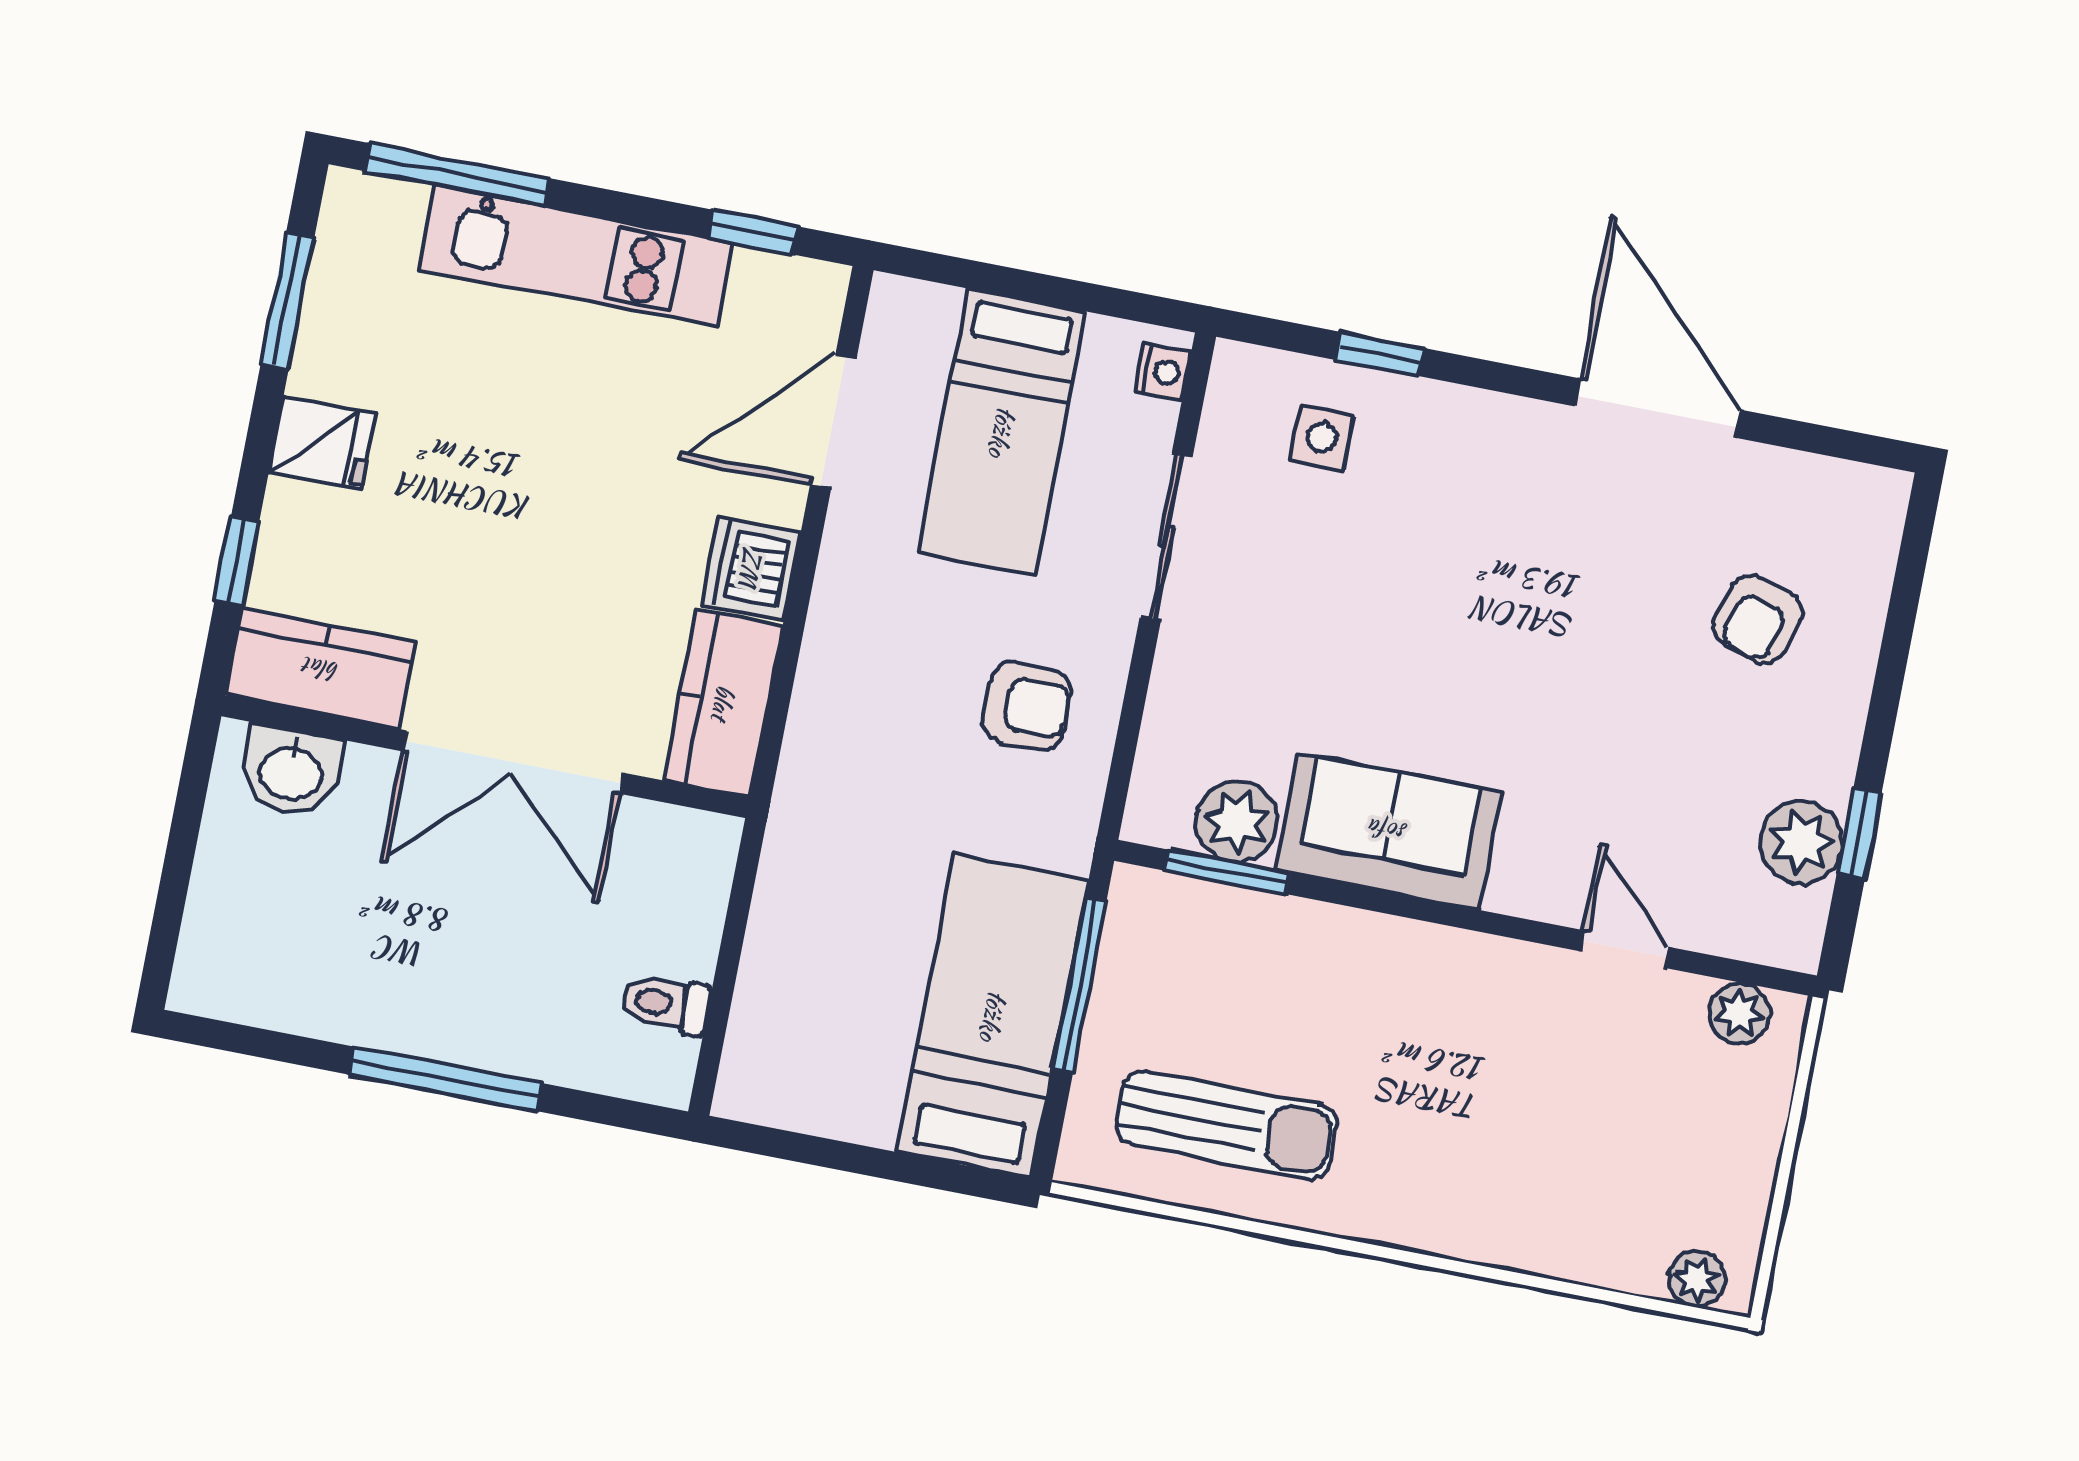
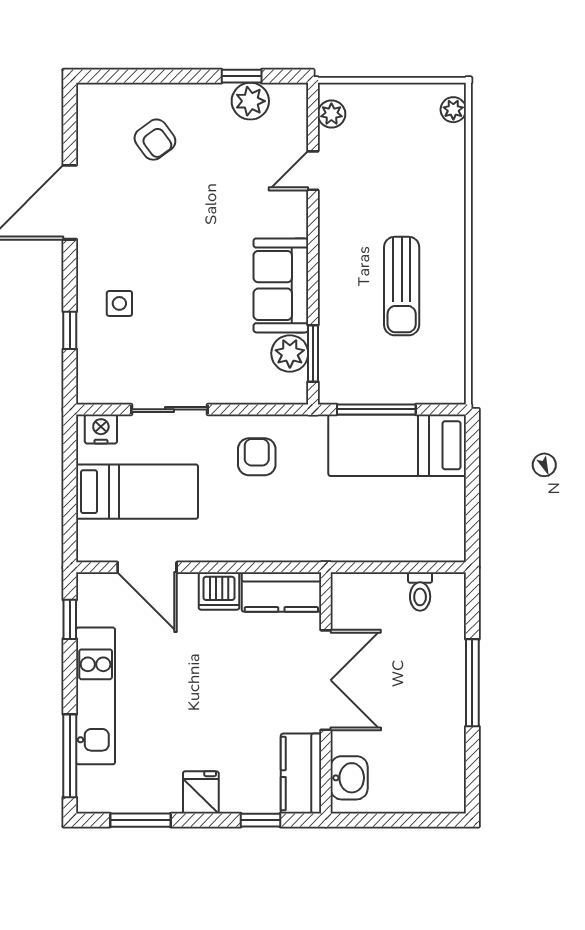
nightstand: (1163, 372) -> (101, 429), width x1.39, depth x1.35
side table: (1322, 438) -> (119, 303), moved
armchair: (1758, 619) -> (155, 140), turned 37
sun lounger: (1227, 1125) -> (402, 286), moved, turned 180

